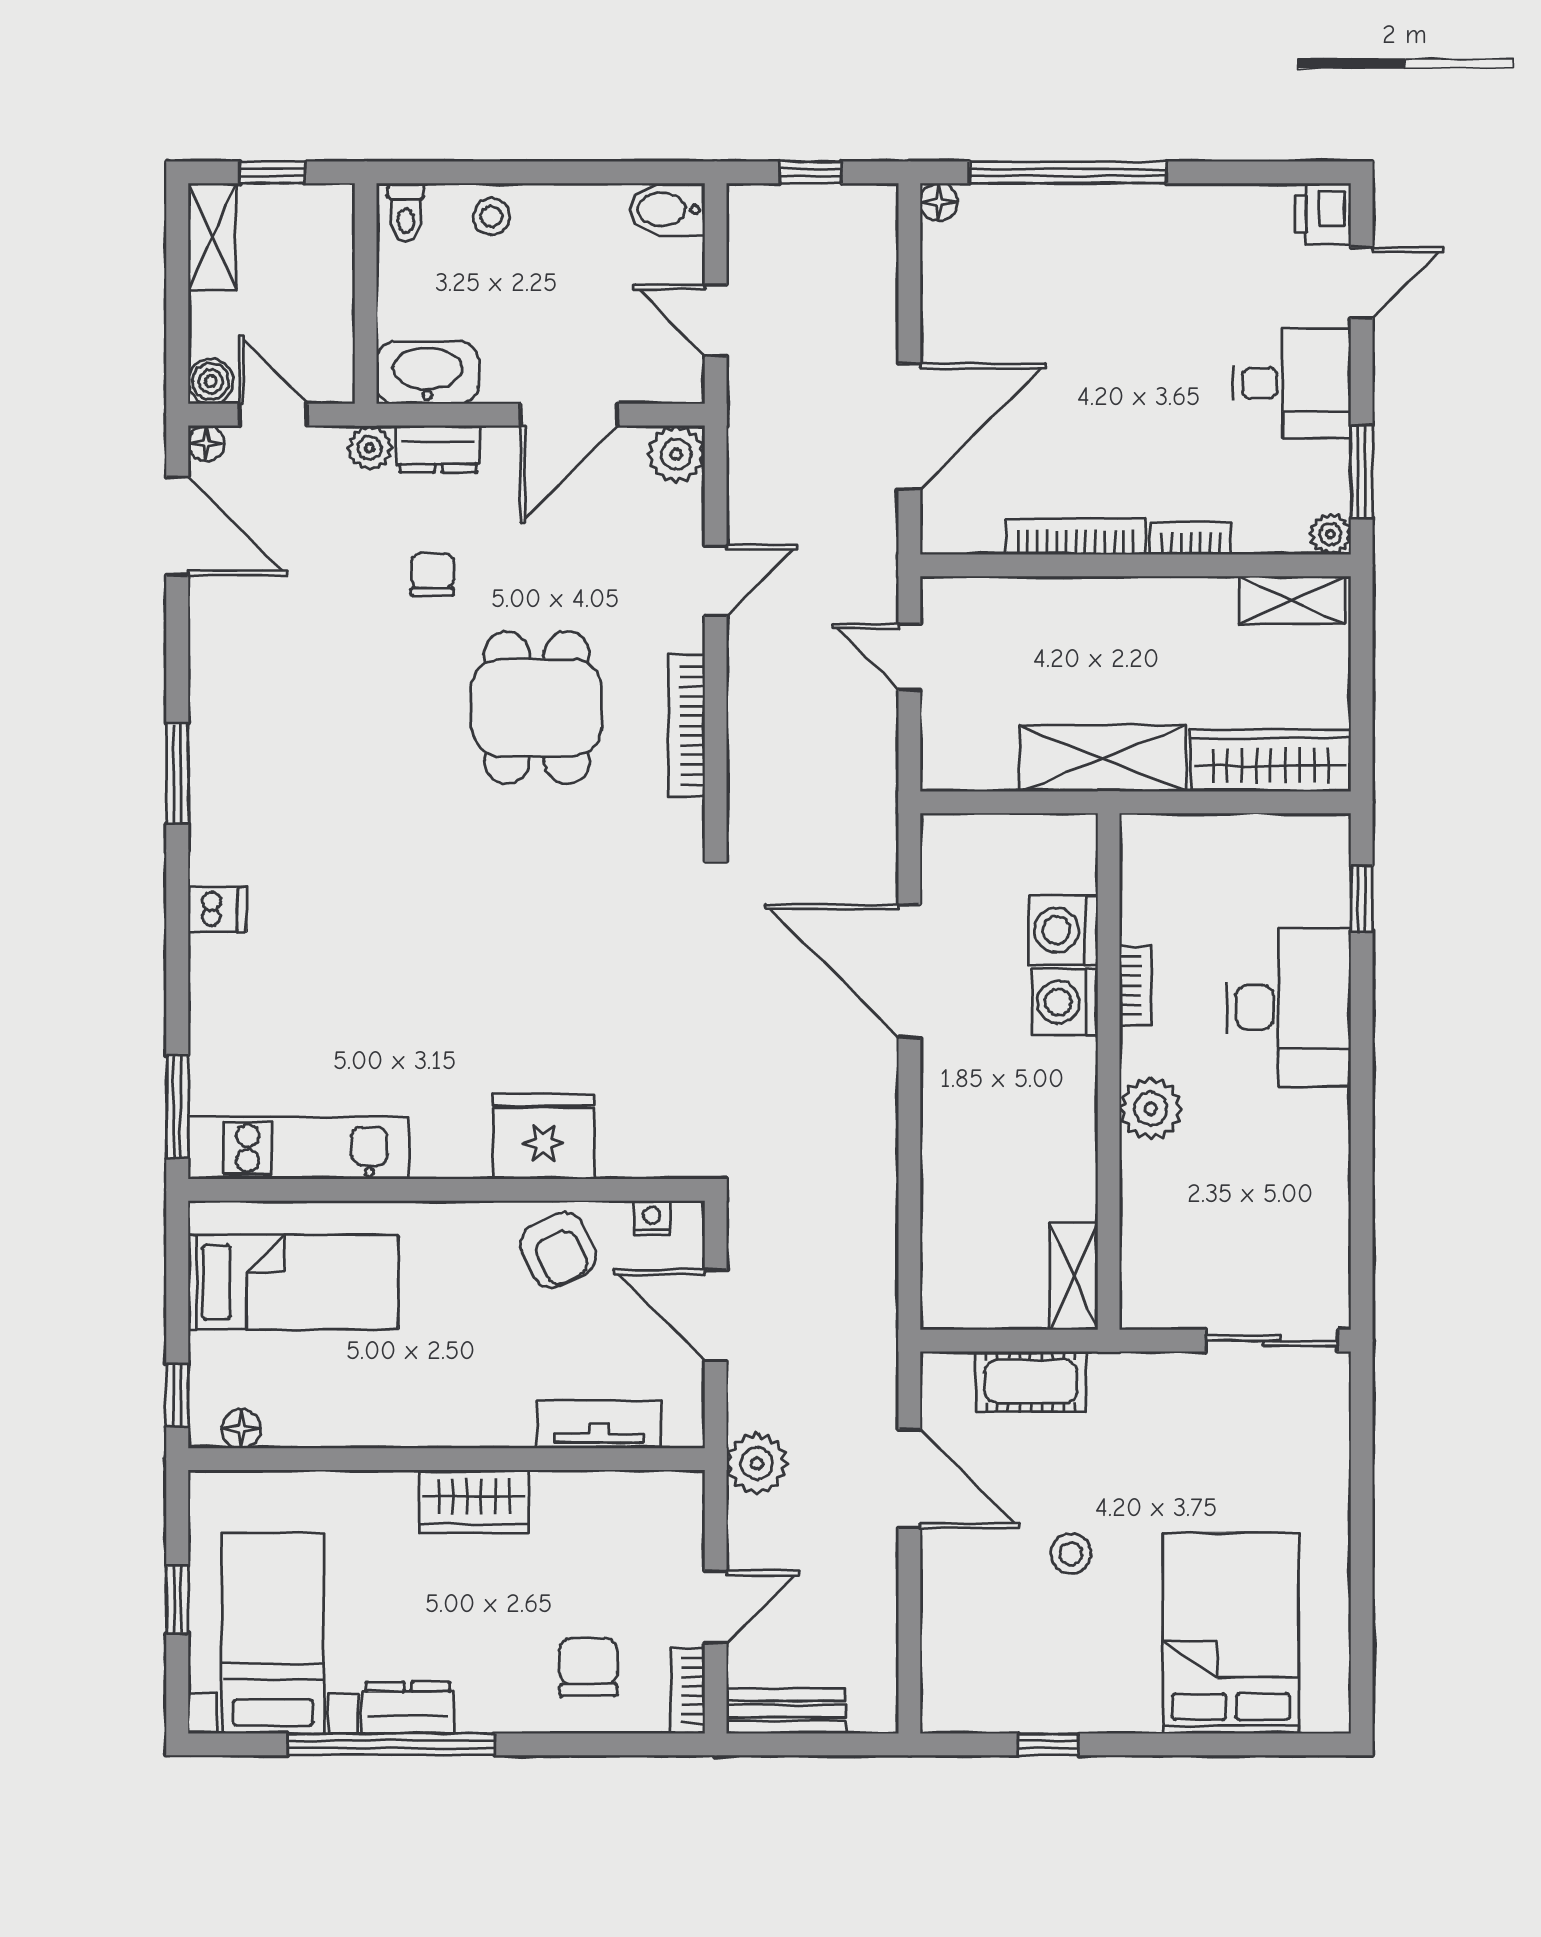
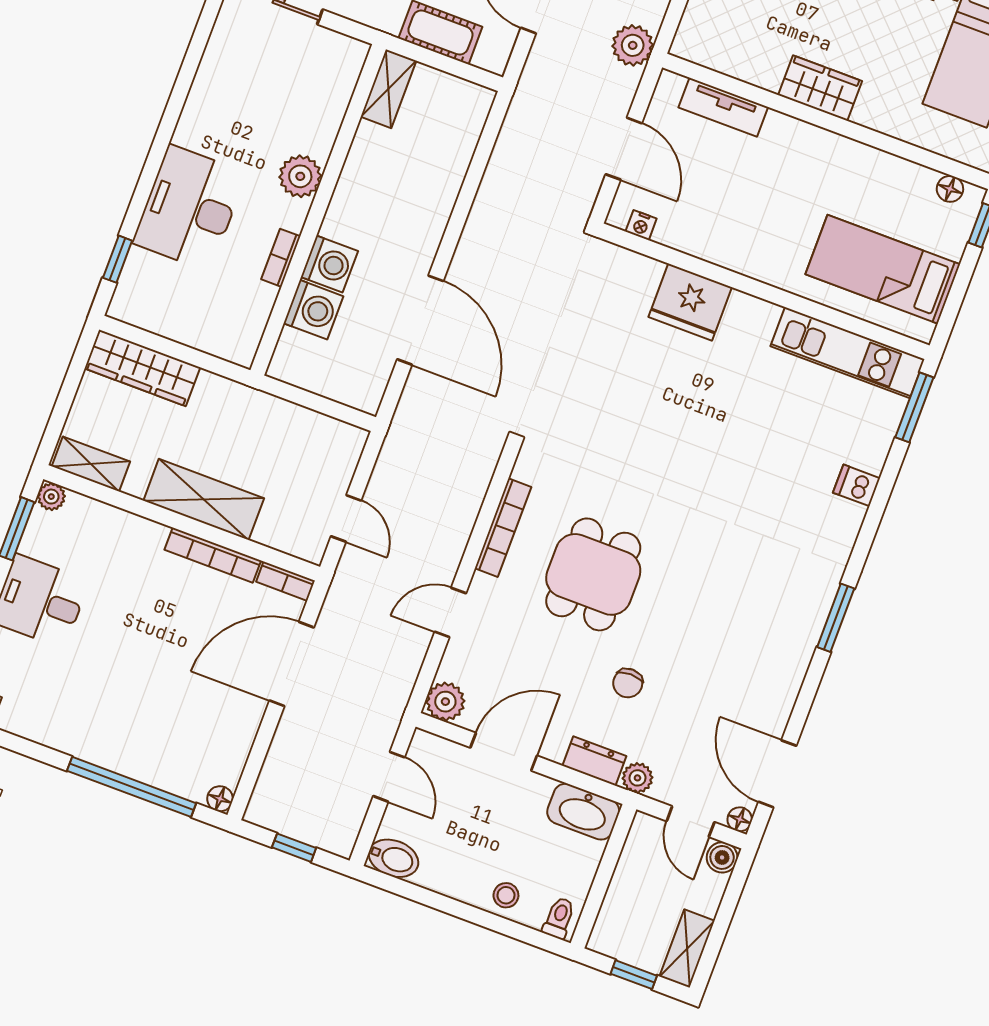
bookcase: (1190, 538) -> (286, 581), moved
shelving: (1103, 758) -> (204, 499), moved
dishwasher: (217, 910) -> (857, 485), moved
armchair: (558, 1250) -> (708, 227), removed

